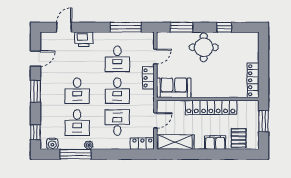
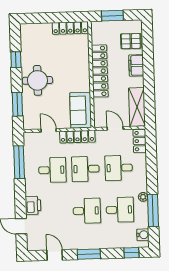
locker: (148, 78) -> (77, 137), width x1.53
desk: (117, 91) -> (85, 169), turned 180

